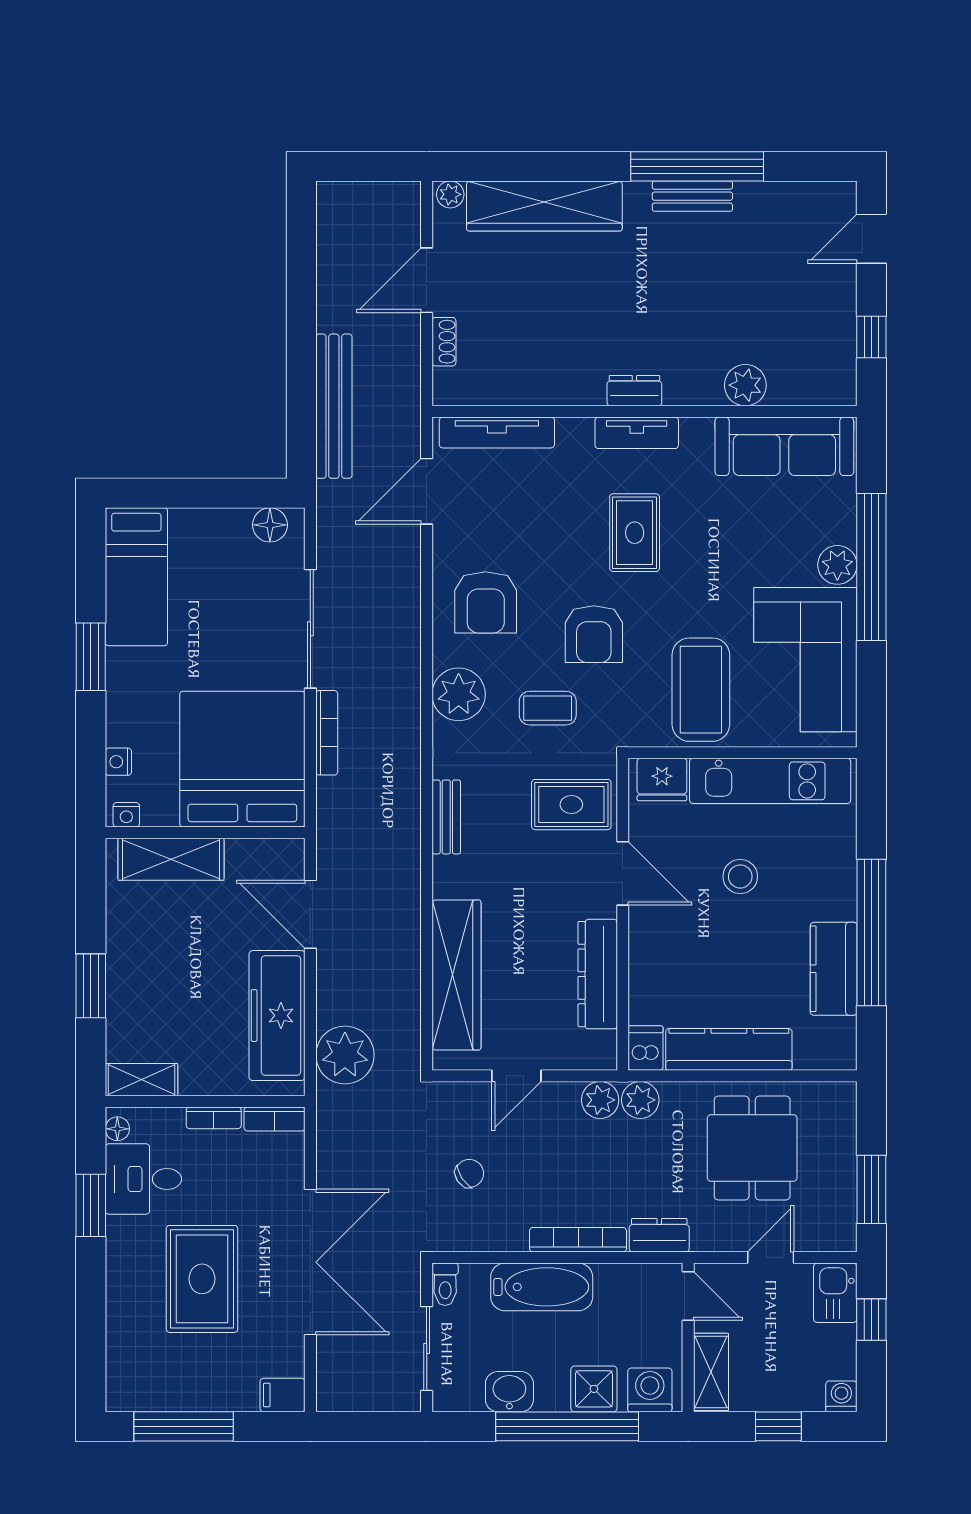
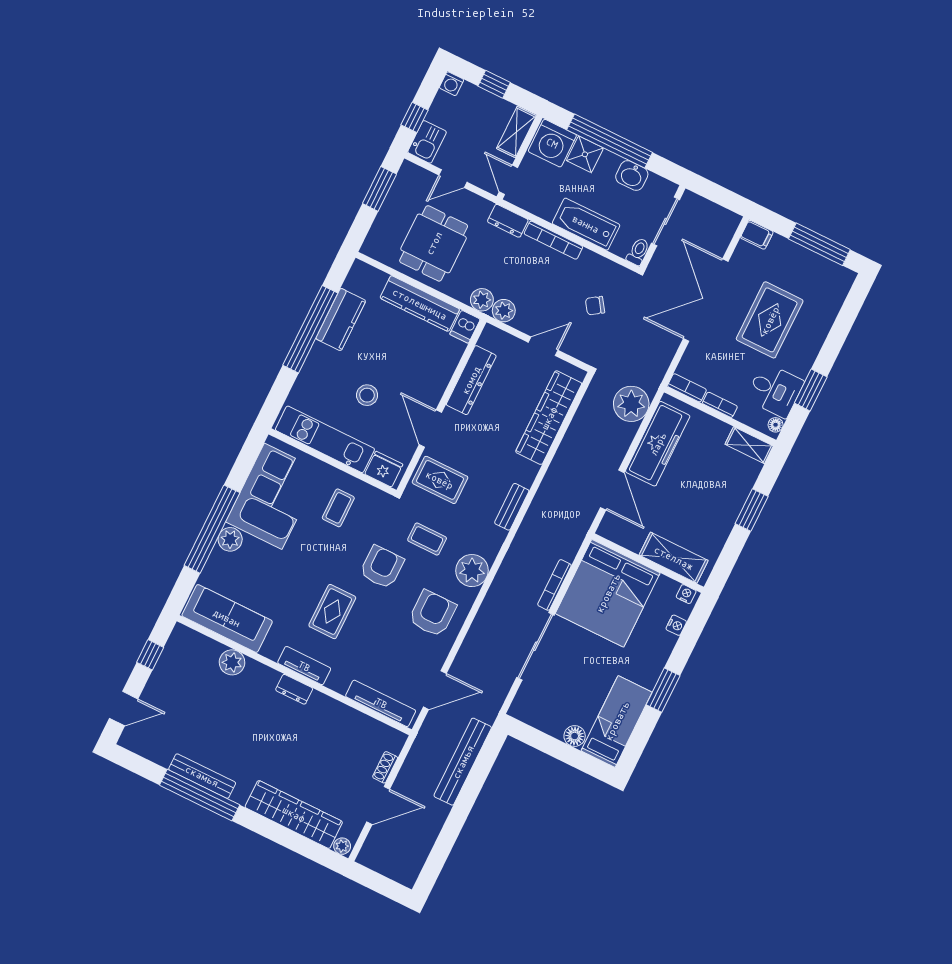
bench: (692, 196) -> (202, 776), width x1.36
floor lamp: (270, 525) -> (575, 736), moved
coffee table: (701, 690) -> (338, 508), width x0.54, depth x0.58
washing machine: (650, 1390) -> (552, 143), width x1.37, depth x1.37

